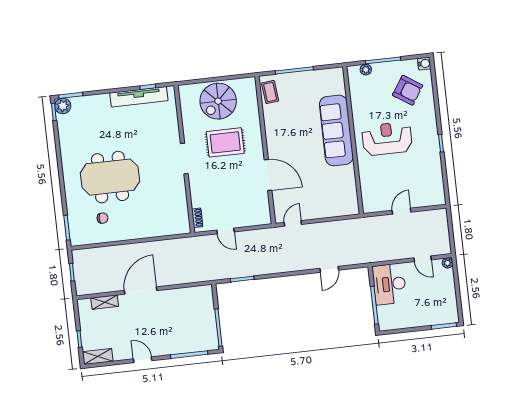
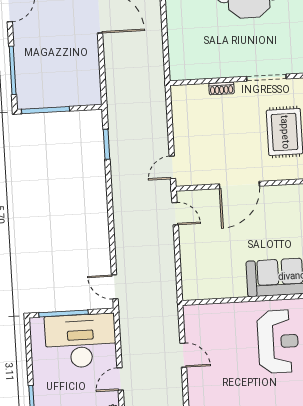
shoe rack: (197, 218) -> (222, 88), moved
door: (225, 231) -> (172, 167), moved
door: (329, 269) -> (115, 287), moved
desk: (389, 284) -> (81, 341), width x1.36, depth x1.30

